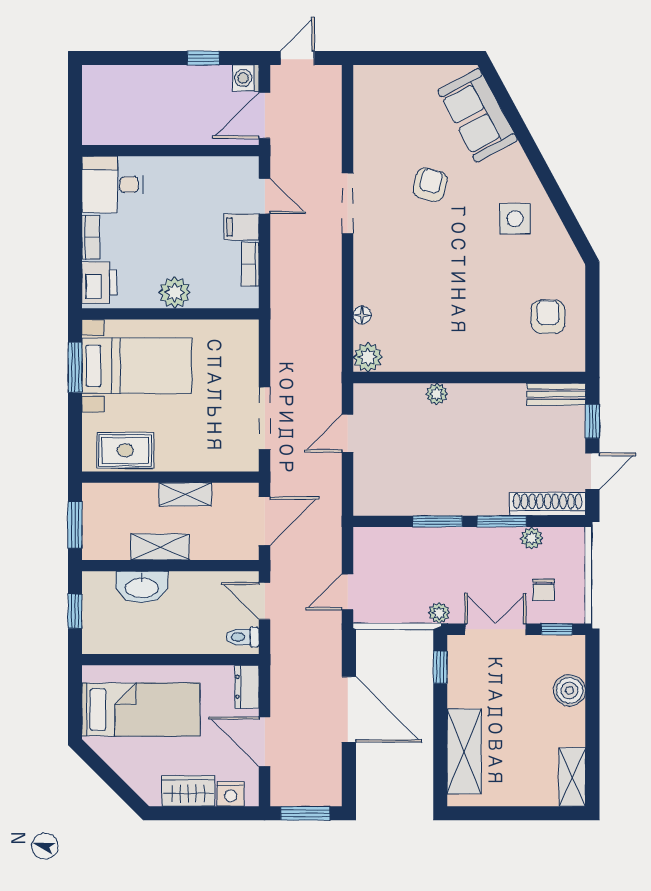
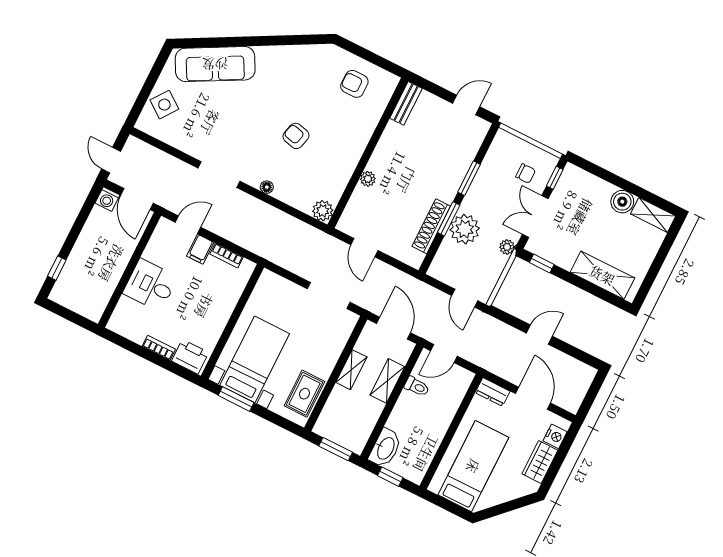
window: (203, 58) -> (57, 268), moved
sofa: (478, 115) -> (215, 64), width x1.36
desk: (113, 185) -> (150, 285), moved, turned 90
armchair: (430, 185) -> (296, 136), moved
side table: (515, 219) -> (164, 105), moved, turned 36
plant: (175, 292) -> (220, 312), removed
floor lamp: (362, 315) -> (267, 187), moved
window: (592, 421) -> (435, 89), removed
door: (592, 471) -> (466, 105), hinge flipped
shoe rack: (548, 504) -> (431, 226), moved
plant: (532, 538) -> (465, 229), moved, width x1.88, depth x1.88
shelving: (160, 547) -> (387, 381), moved
washbasin: (142, 587) -> (385, 448), moved
toilet: (243, 637) -> (417, 387), moved, turned -90
boiler: (569, 690) -> (622, 202), moved
door: (349, 709) -> (539, 335), width x0.53
door: (265, 742) -> (533, 398), swing flipped
window: (305, 813) -> (591, 395), removed

